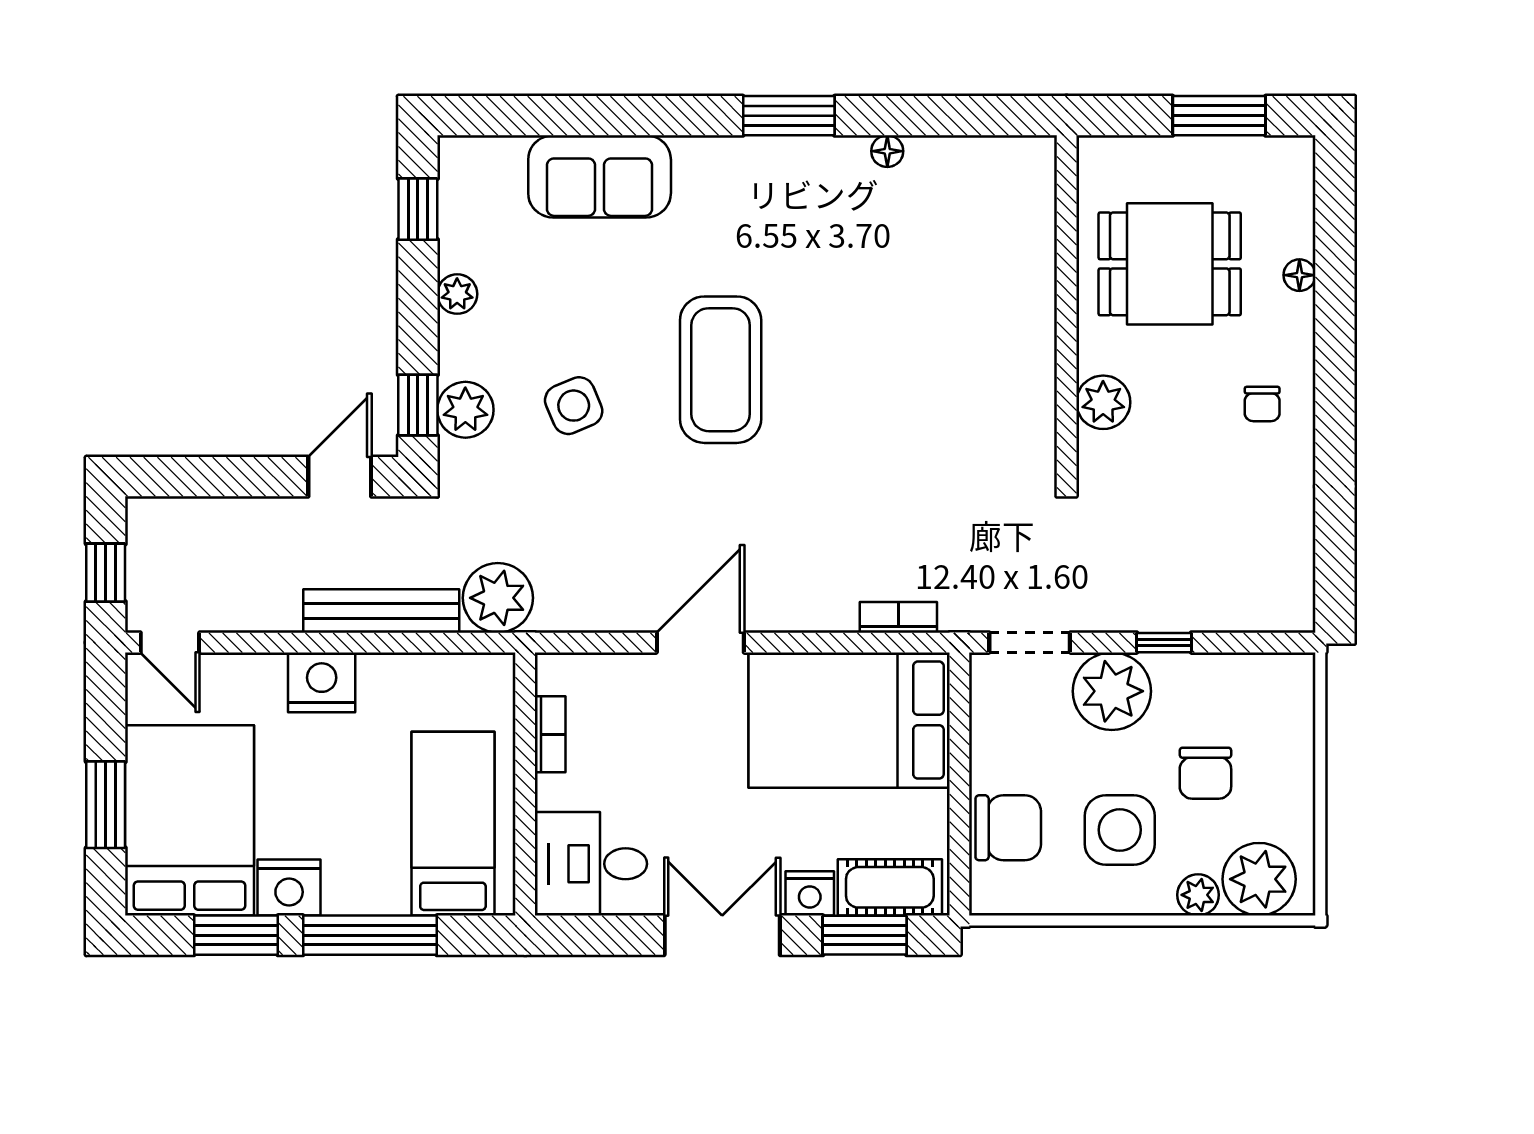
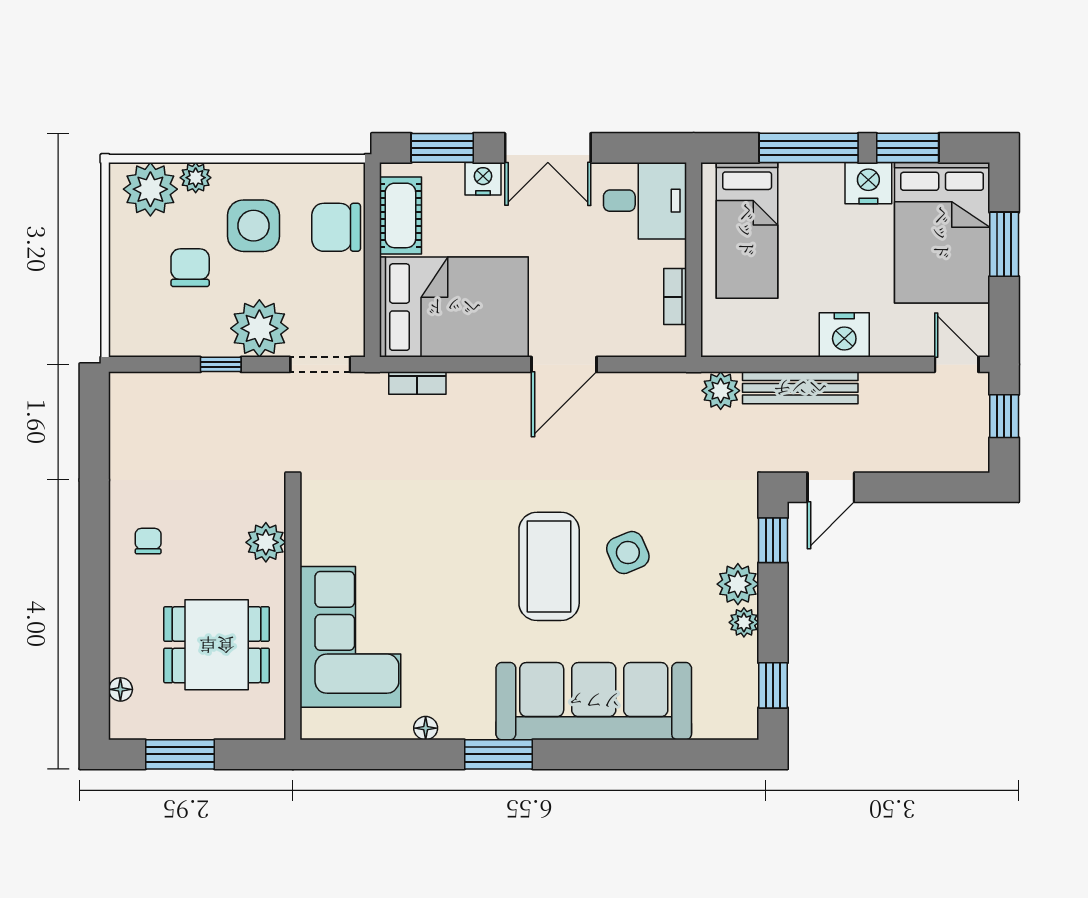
sofa: (600, 176) -> (594, 701), width x1.85, depth x1.27
corner sofa: (989, 274) -> (350, 637), added
floor lamp: (1299, 275) -> (120, 689), moved
side table: (574, 406) -> (628, 553), moved
plant: (465, 410) -> (738, 584), moved
plant: (498, 598) -> (721, 391), width x0.73, depth x0.73
cot: (890, 887) -> (400, 215), moved, turned 90

